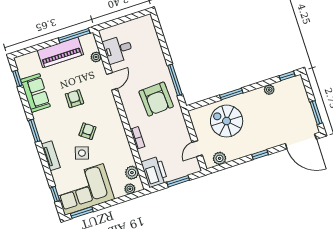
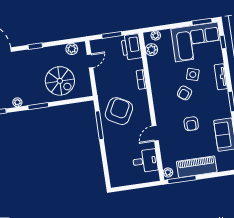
plant: (96, 57) -> (168, 172), moved
window: (231, 94) -> (38, 106), moved
armchair: (156, 99) -> (119, 111), turned 31

